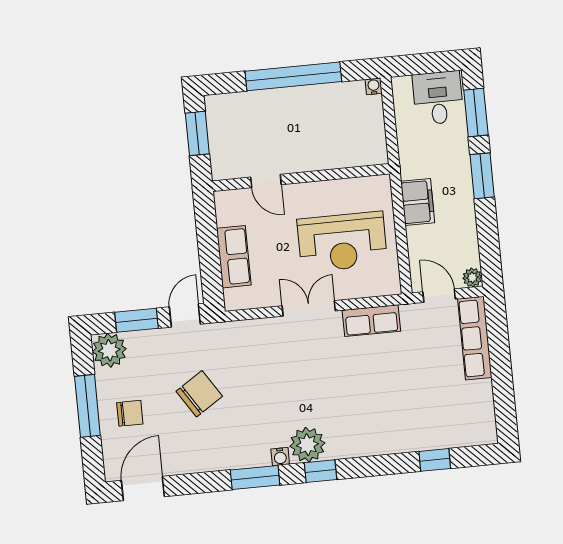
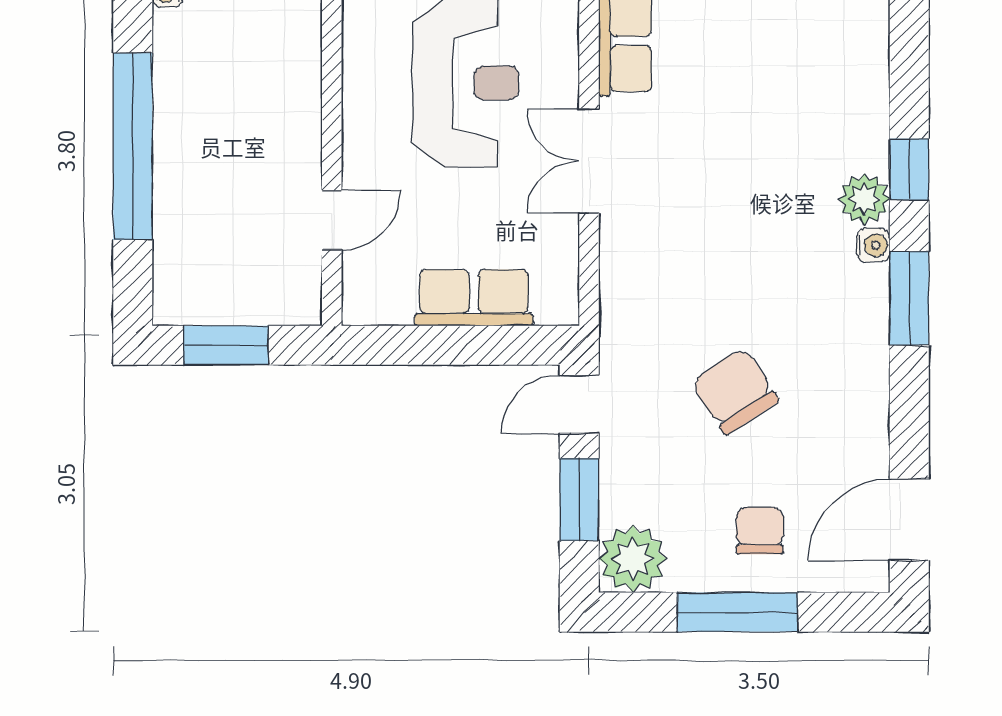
door: (185, 316) -> (579, 404), hinge flipped
plant: (307, 445) -> (864, 199), width x0.73, depth x0.73
door: (143, 489) -> (909, 520), hinge flipped

